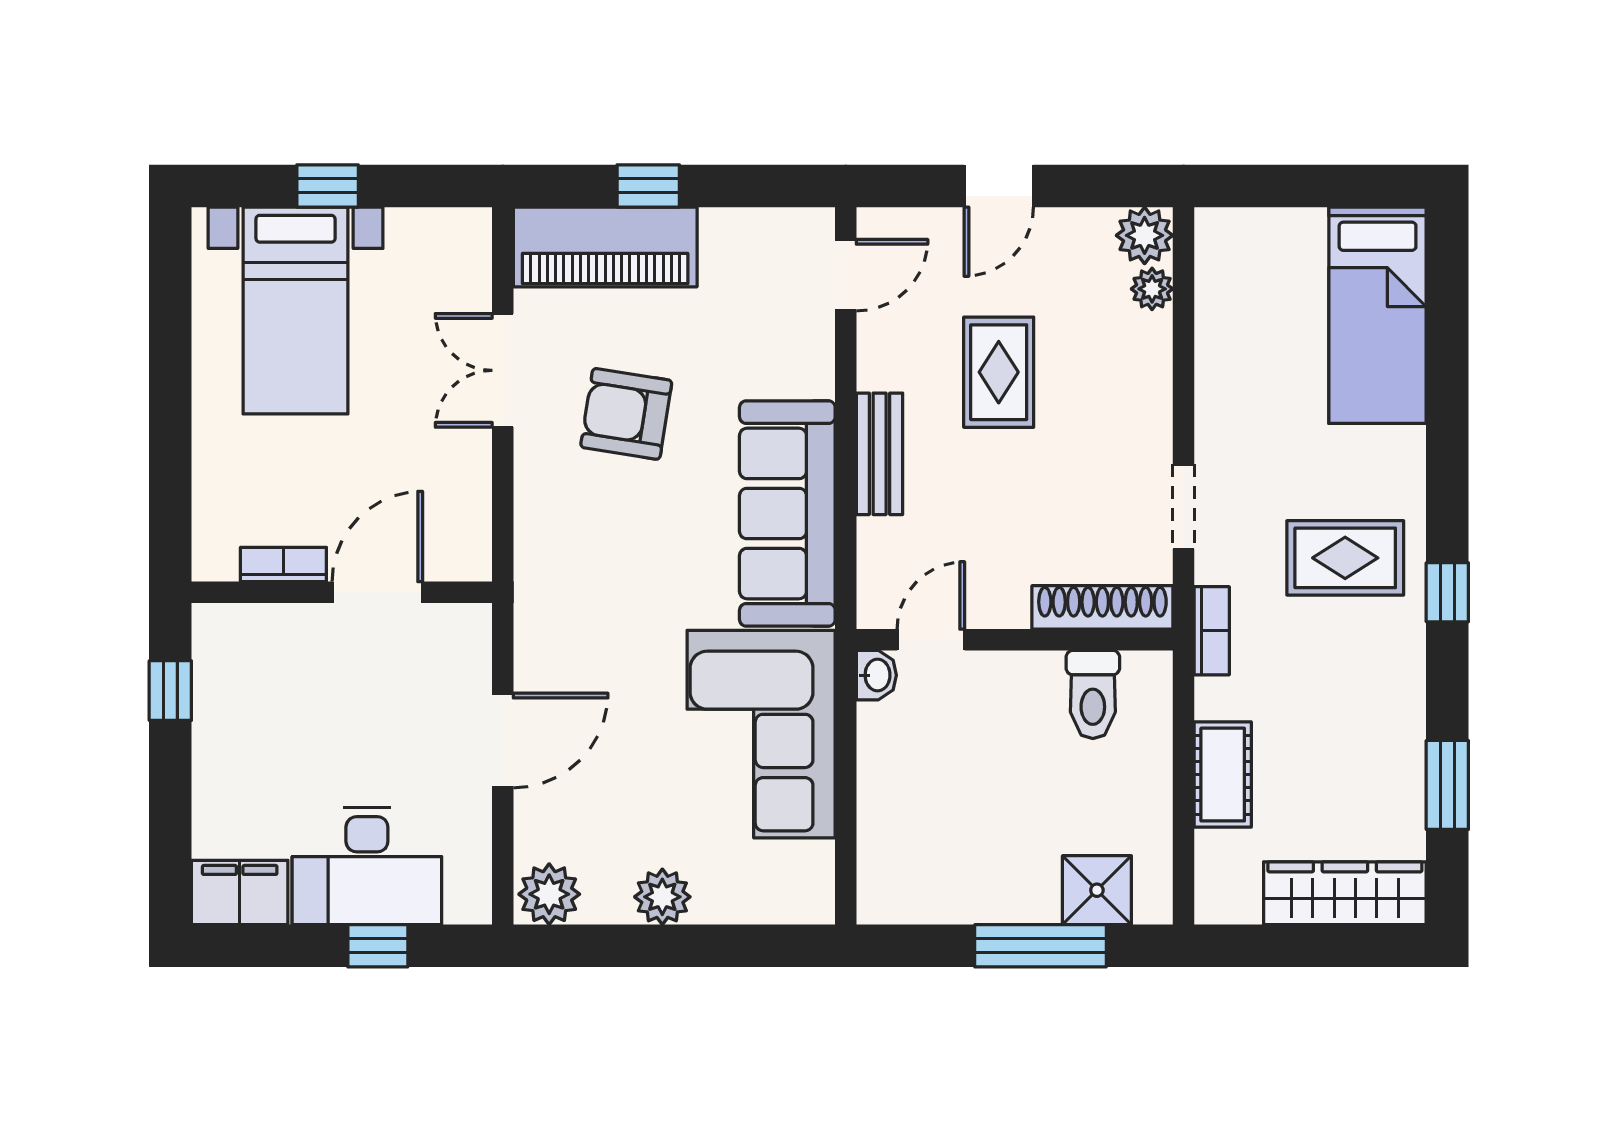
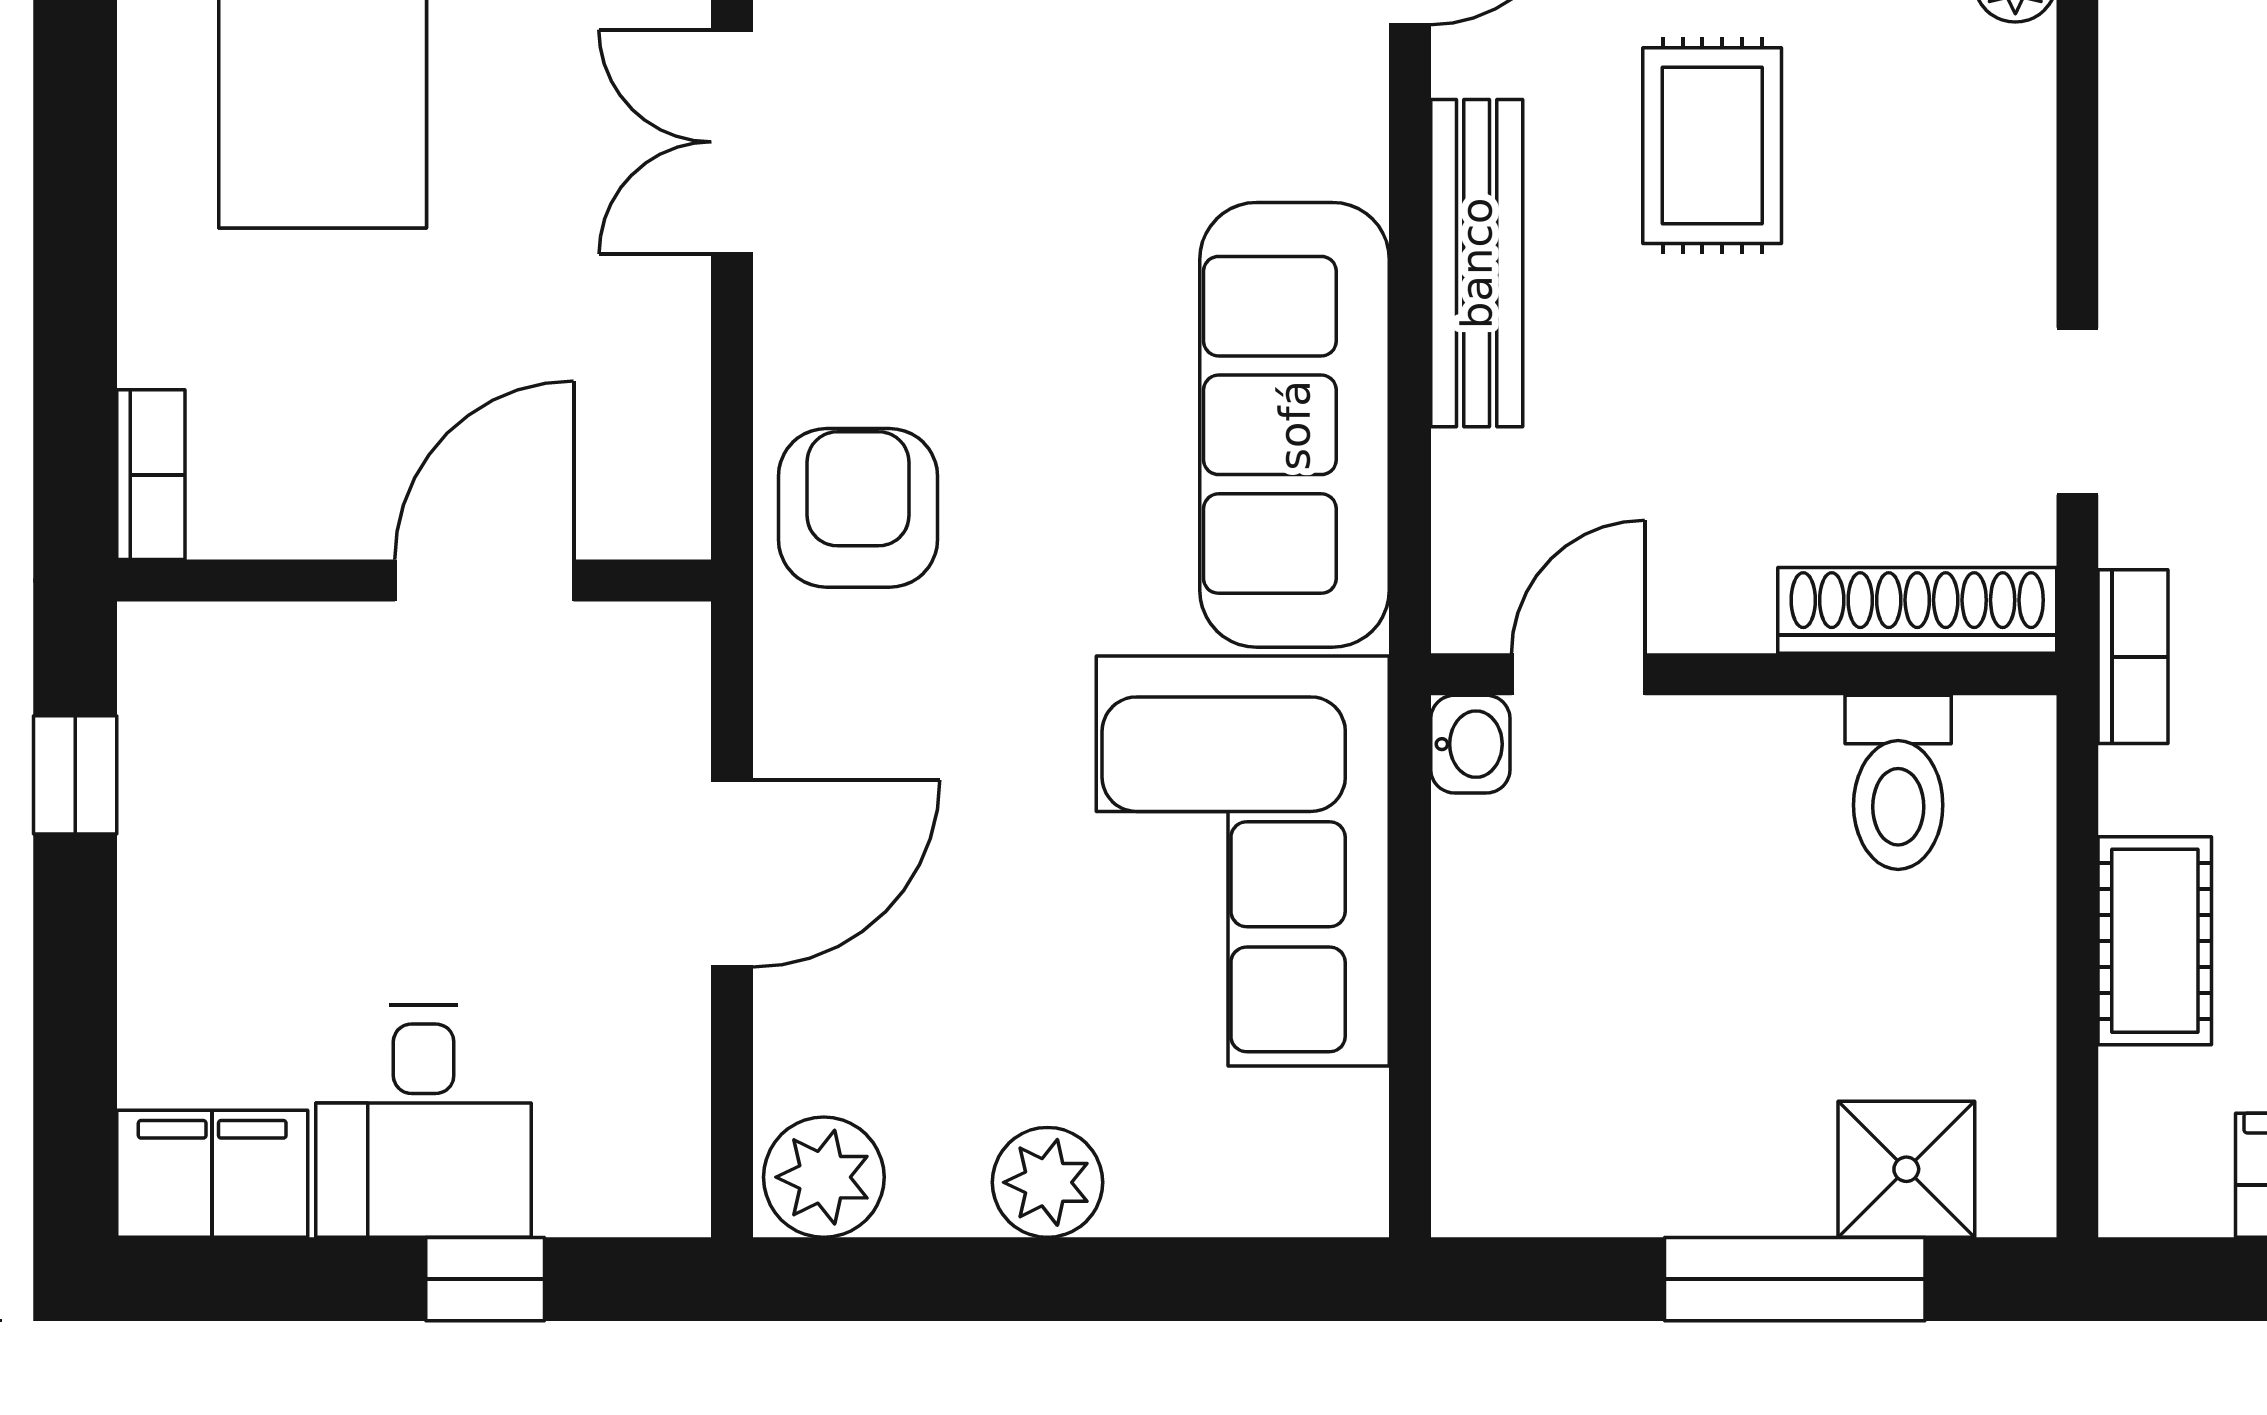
armchair: (626, 414) -> (858, 508), moved, turned 81
bench: (880, 454) -> (1477, 263), width x1.36
bookcase: (283, 564) -> (151, 475), moved, turned 90
desk: (367, 866) -> (424, 1121), width x0.73

